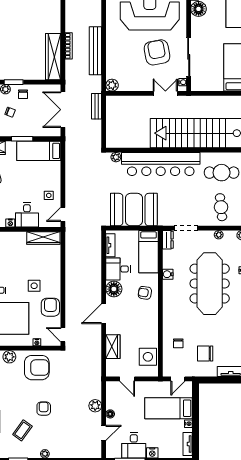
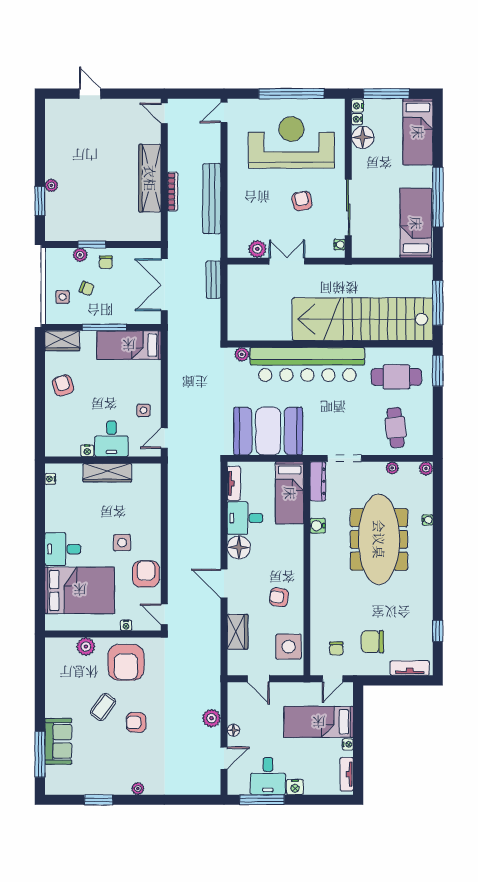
armchair: (157, 52) -> (302, 201), width x0.53, depth x0.53
wardrobe: (53, 57) -> (150, 178), moved
plant: (112, 85) -> (257, 249), moved
double door: (165, 93) -> (287, 261), moved
window: (22, 139) -> (104, 327), width x1.44
wardrobe: (43, 238) -> (107, 473), moved
dresser: (168, 240) -> (318, 481), width x1.44
armchair: (145, 293) -> (279, 597), moved
door: (104, 314) -> (224, 584), hinge flipped
chair: (178, 343) -> (336, 649), moved
armchair: (37, 368) -> (126, 662), turned 90
armchair: (44, 409) -> (136, 722), turned -90
coffee table: (22, 430) -> (103, 707), moved

